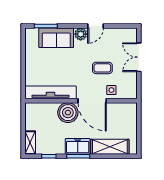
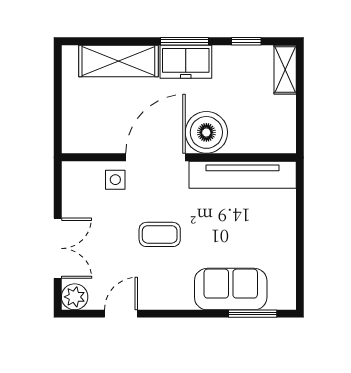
door: (96, 26) -> (121, 314), moved
plant: (81, 34) -> (75, 297), moved
coffee table: (102, 68) -> (160, 234), moved
door: (92, 101) -> (156, 157), hinge flipped

